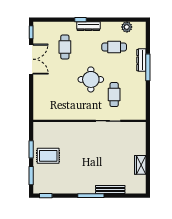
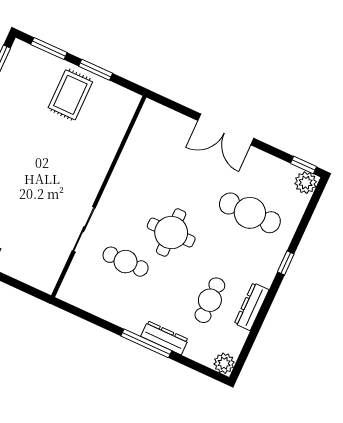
dresser: (88, 26) -> (252, 307), moved
plant: (39, 27) -> (306, 183), added
plant: (127, 27) -> (224, 363), moved
cafe table: (65, 47) -> (250, 213), width x1.37, depth x1.35
double door: (31, 59) -> (226, 129), moved

